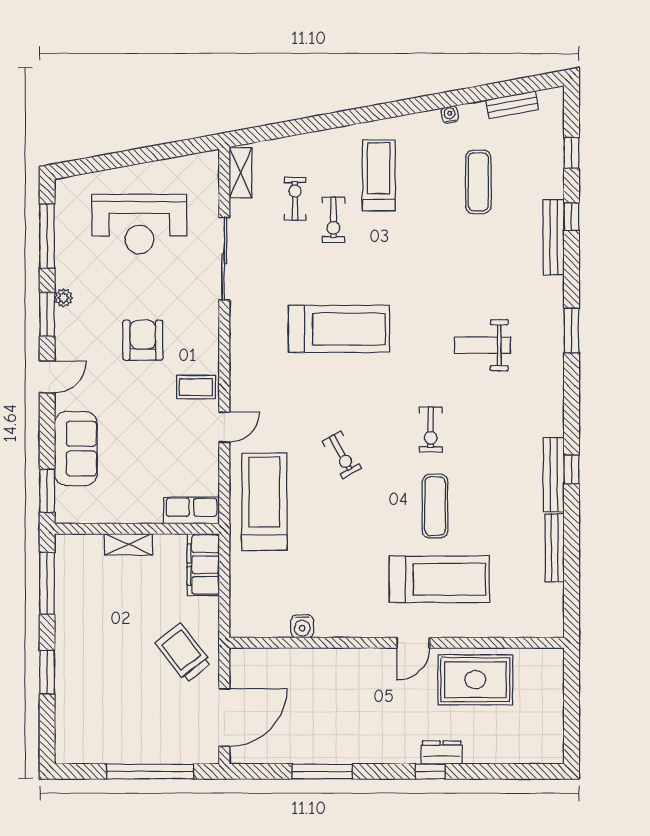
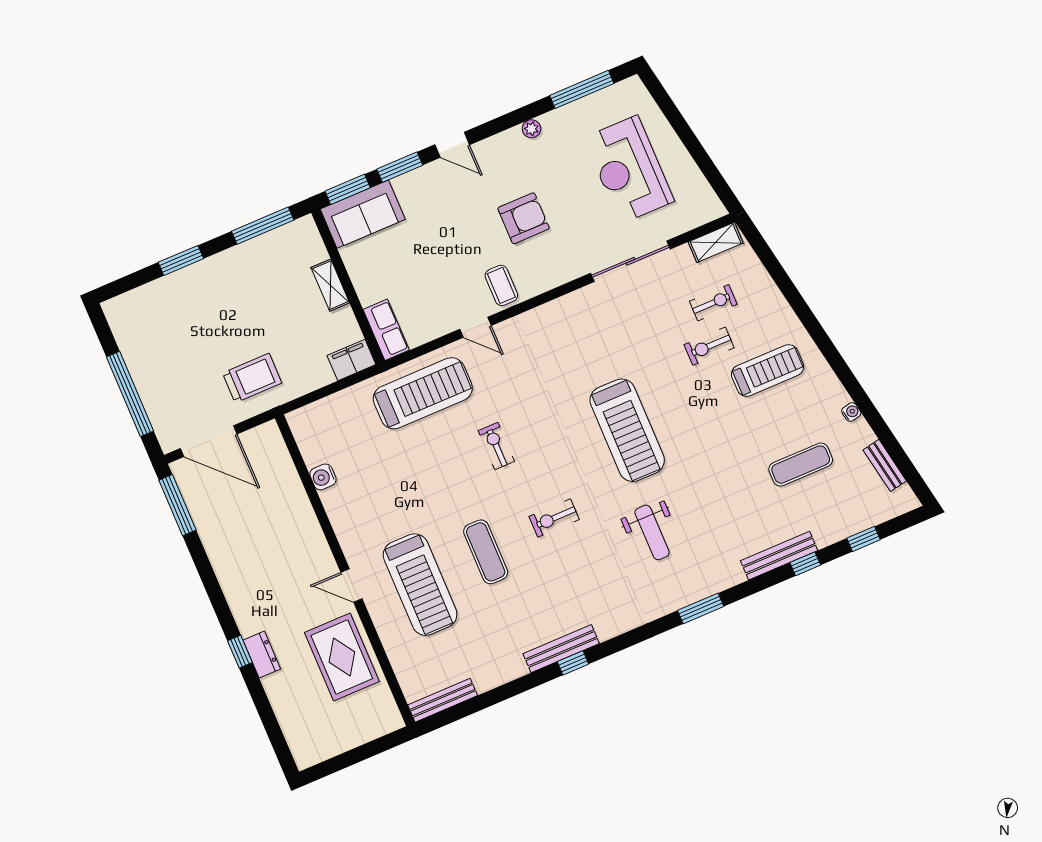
window: (47, 314) -> (400, 167), moved
treadmill: (339, 329) -> (627, 430), moved
weight bench: (483, 345) -> (652, 532), turned 180
sofa: (76, 449) -> (363, 214), moved
exercise bike: (342, 455) -> (496, 446), turned 119
exercise mat: (435, 506) -> (486, 552), turned 90
bench: (555, 548) -> (443, 700), moved
filing cabinet: (203, 565) -> (351, 360), width x0.67, depth x0.86
trolley: (183, 653) -> (252, 378), turned 38
window: (322, 771) -> (177, 505), moved

